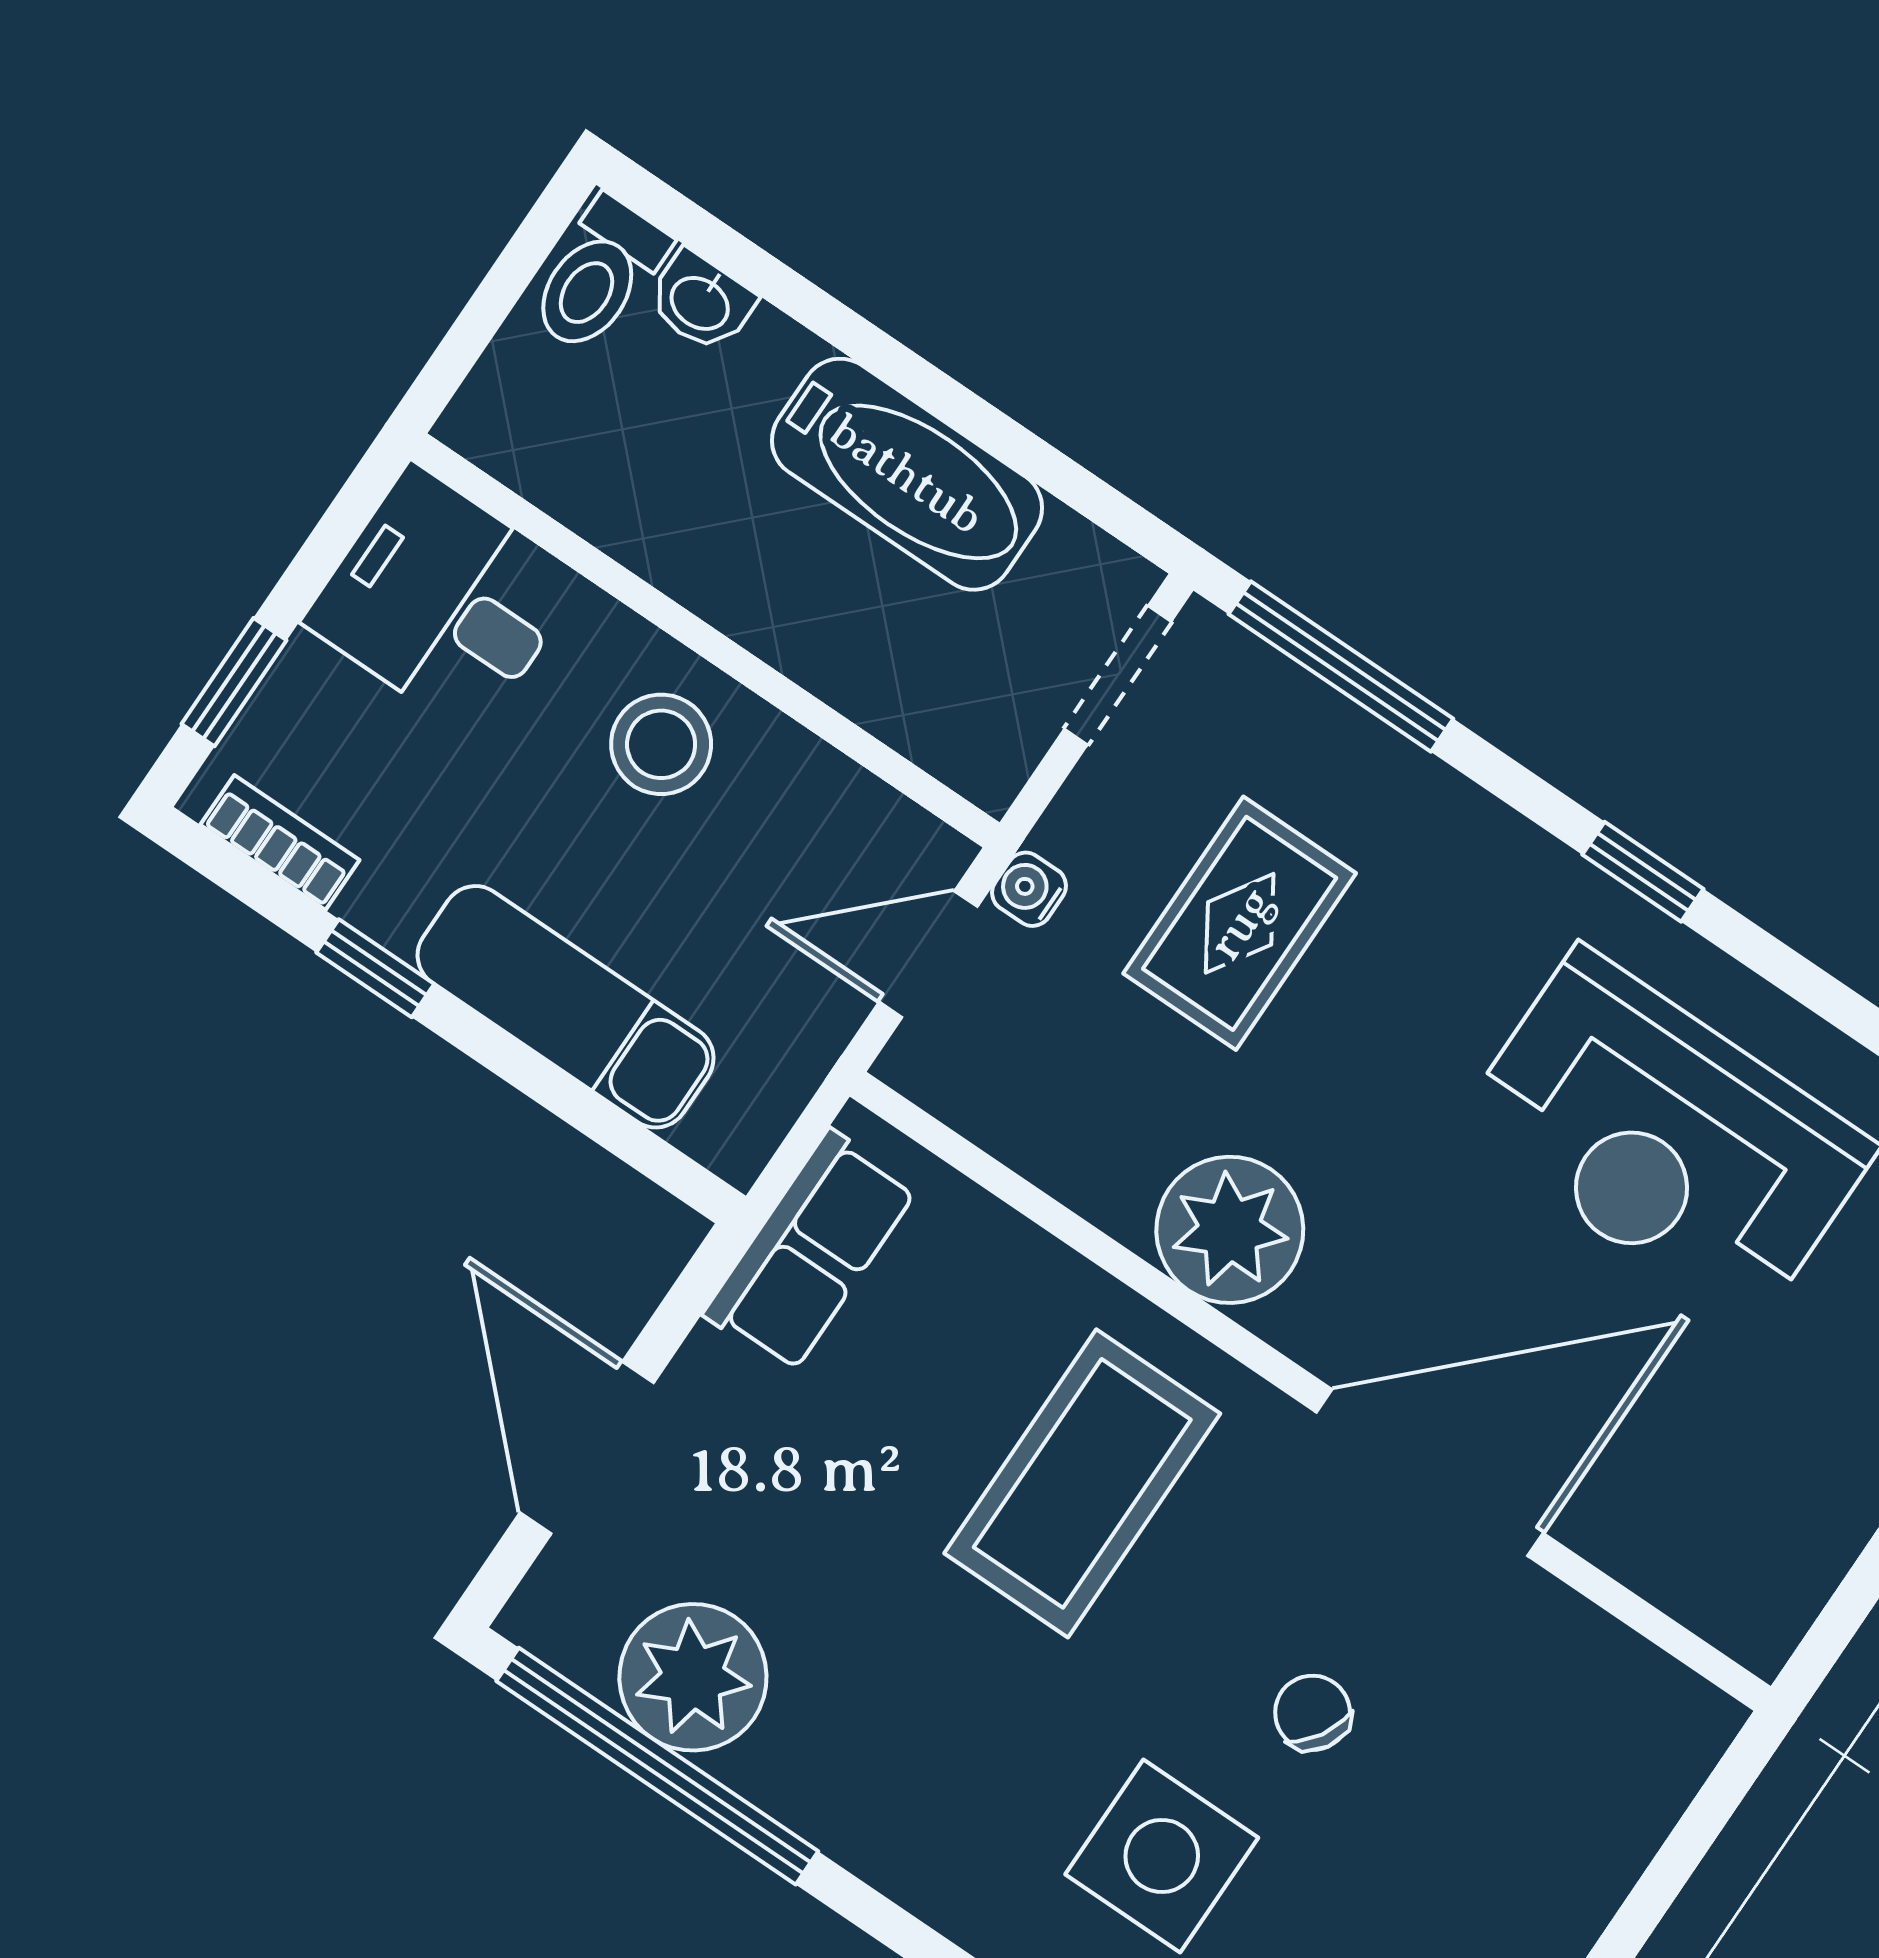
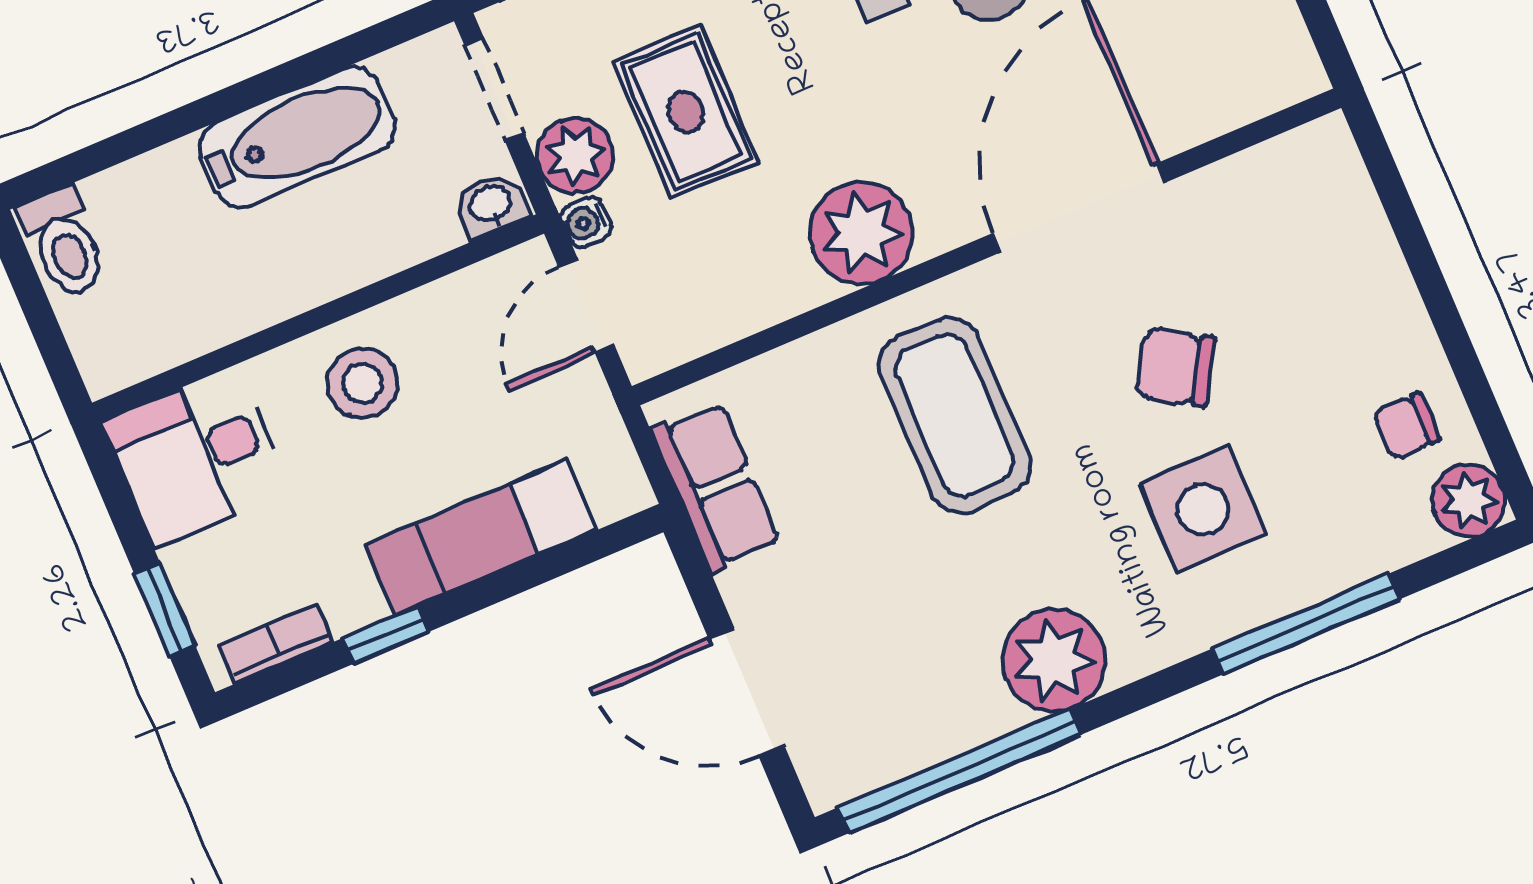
washbasin: (701, 302) -> (491, 205), moved, turned 180
plant: (1101, 824) -> (575, 155), added
plant: (693, 1677) -> (1054, 660), moved
chair: (1313, 1713) -> (1176, 367), width x1.37, depth x1.37

